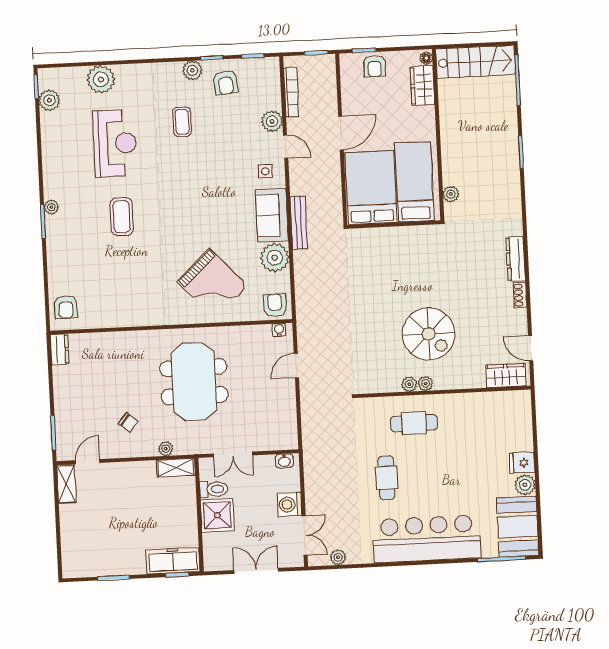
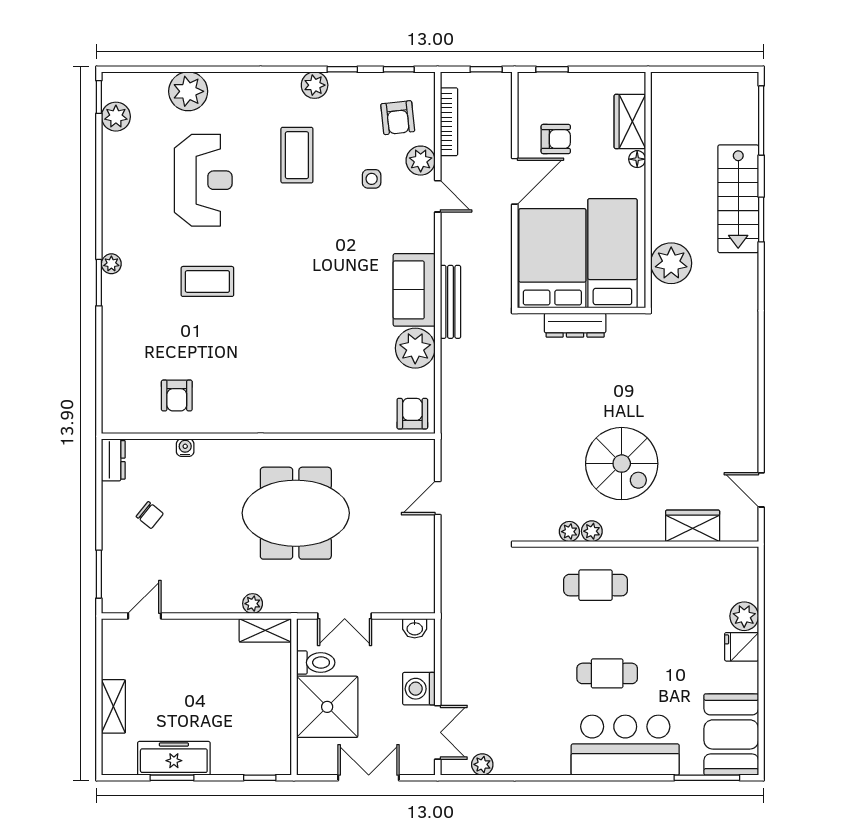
floor lamp: (426, 58) -> (637, 159), moved
stairs: (476, 62) -> (738, 199), moved, turned 90
armchair: (374, 66) -> (556, 139), moved, turned -90
armchair: (225, 83) -> (398, 118), moved
coffee table: (182, 122) -> (297, 155), width x1.36, depth x1.30
side table: (265, 171) -> (372, 179), moved
plant: (451, 194) -> (671, 263), width x1.88, depth x1.88
coffee table: (122, 217) -> (207, 281), turned 90
dresser: (516, 259) -> (575, 325), moved, turned -90
grand piano: (212, 284) -> (328, 380), removed
shoe rack: (520, 295) -> (750, 416), removed
armchair: (66, 307) -> (177, 395), moved
water cooler: (279, 330) -> (185, 448), moved
wardrobe: (506, 376) -> (693, 526), moved
meeting table: (194, 382) -> (296, 513), turned 90
plant: (426, 384) -> (569, 532), moved
chair: (128, 422) -> (150, 515), moved
cafe table: (387, 478) -> (607, 673), moved, turned 90
shelving: (66, 484) -> (113, 706), moved
plant: (525, 485) -> (744, 616), moved
shower: (217, 515) -> (327, 707), width x1.37, depth x1.37
bar counter: (427, 539) -> (625, 745), width x0.73
freezer: (173, 561) -> (174, 758), moved

